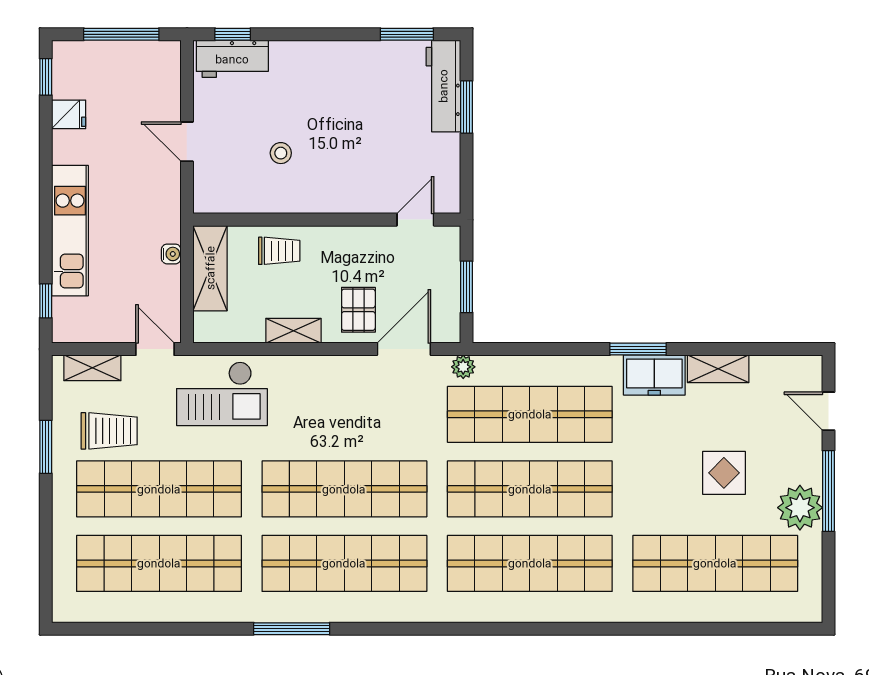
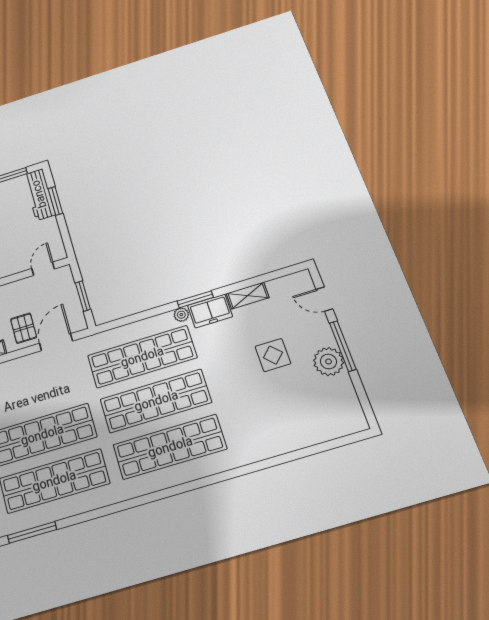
plant: (463, 367) -> (181, 315), moved
shop shelf: (715, 563) -> (287, 412), removed

